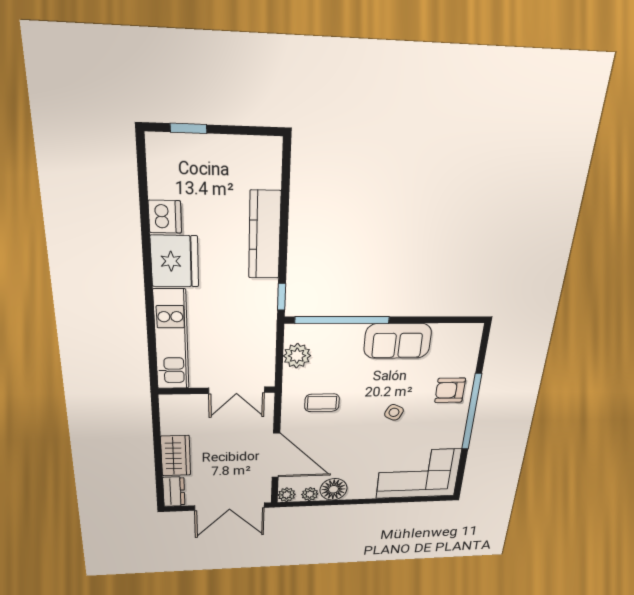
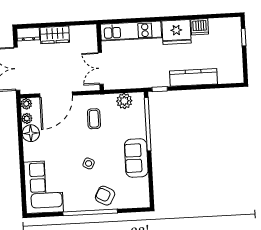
armchair: (450, 390) -> (105, 196), turned -62

